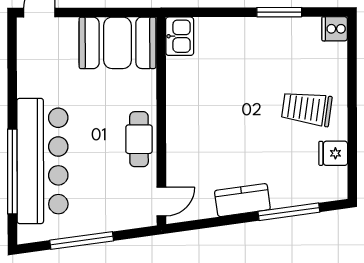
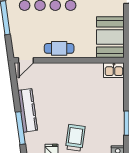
kitchen counter: (242, 200) -> (28, 110), width x1.50
door: (161, 202) -> (26, 60), hinge flipped

